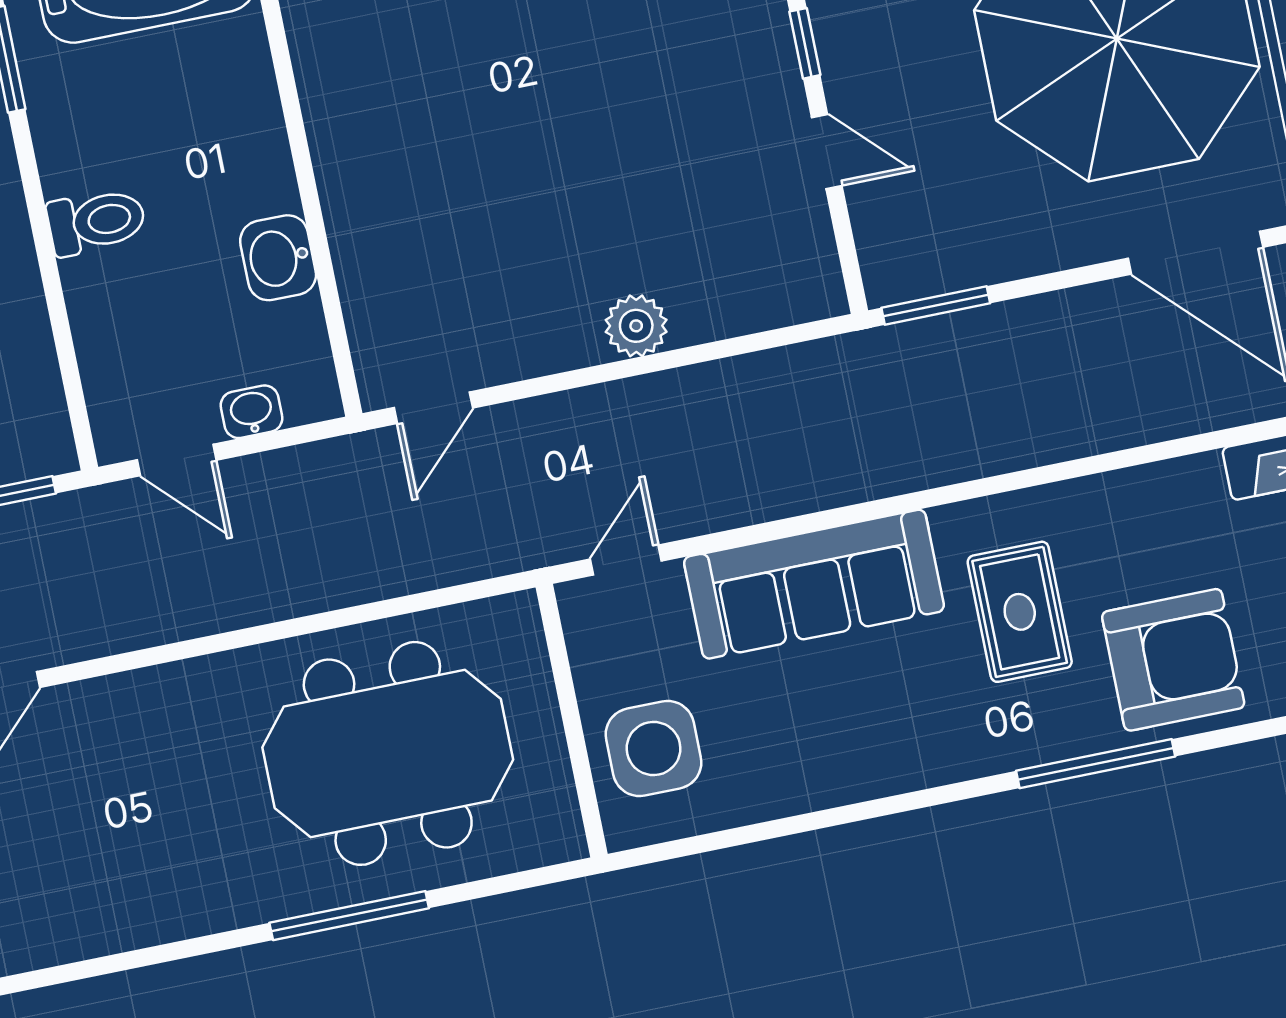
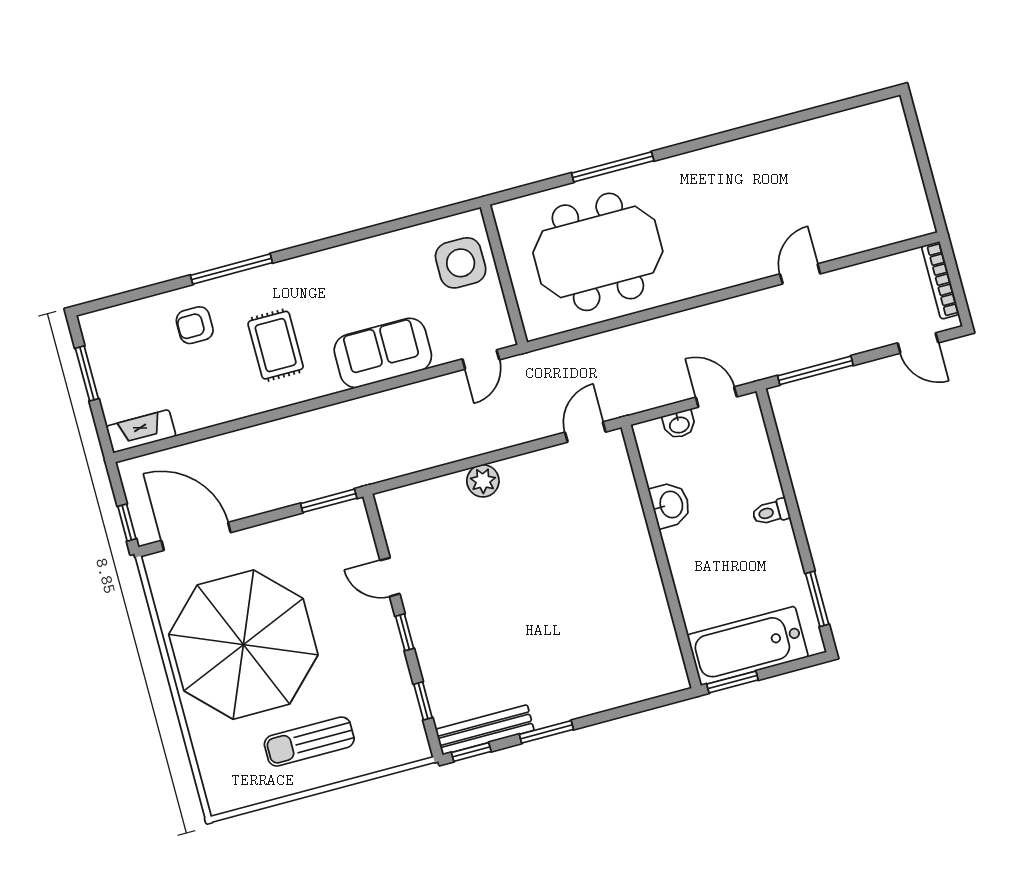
toilet: (96, 222) -> (771, 512), width x0.73, depth x0.72
sofa: (814, 584) -> (383, 353), width x0.73
armchair: (1173, 660) -> (195, 325), width x0.53, depth x0.53

